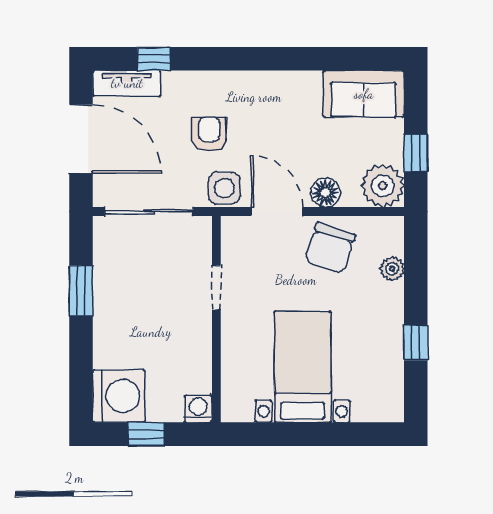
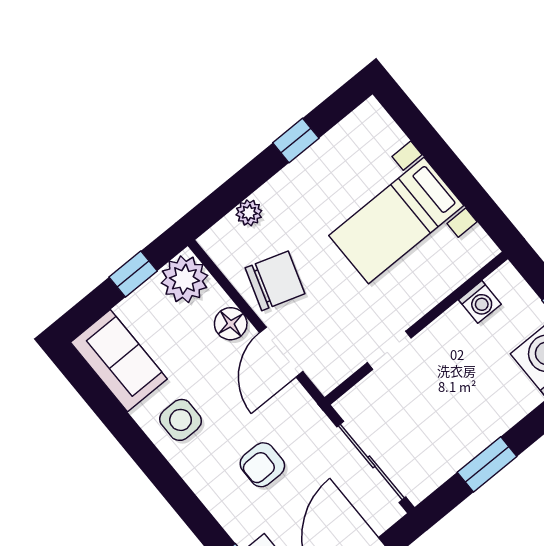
side table: (224, 188) -> (181, 420), moved
washing machine: (198, 409) -> (480, 302), moved, turned -90

